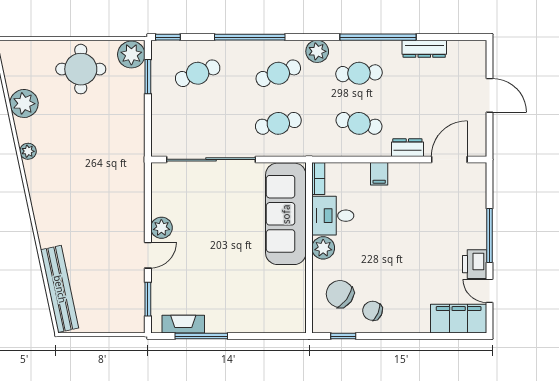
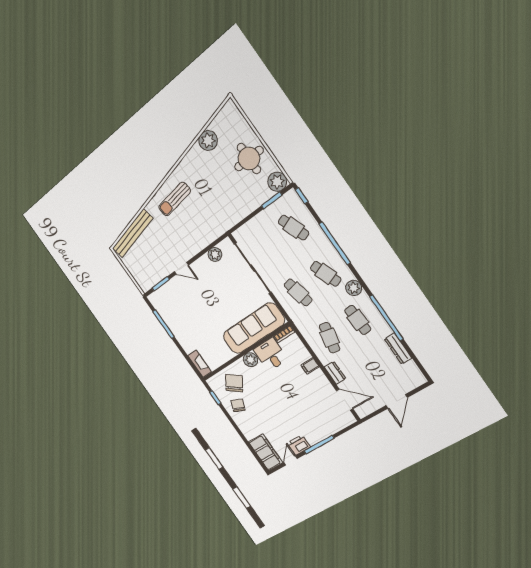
plant: (28, 151) -> (186, 163), removed
sun lounger: (59, 199) -> (175, 199), added
plant: (161, 228) -> (215, 254), moved
fireplace: (183, 324) -> (200, 364), moved

